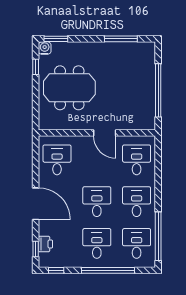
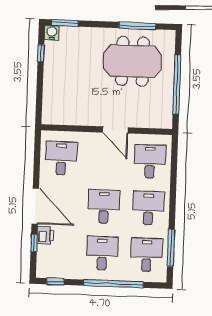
meeting table: (69, 88) -> (132, 61), moved
window: (158, 236) -> (171, 248), width x0.68
printer: (45, 244) -> (45, 235), moved
window: (36, 249) -> (34, 243), moved

